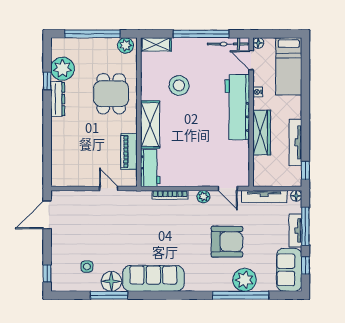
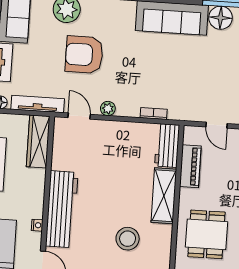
wardrobe: (262, 133) -> (38, 141), moved
bookcase: (170, 195) -> (154, 114), width x0.64

